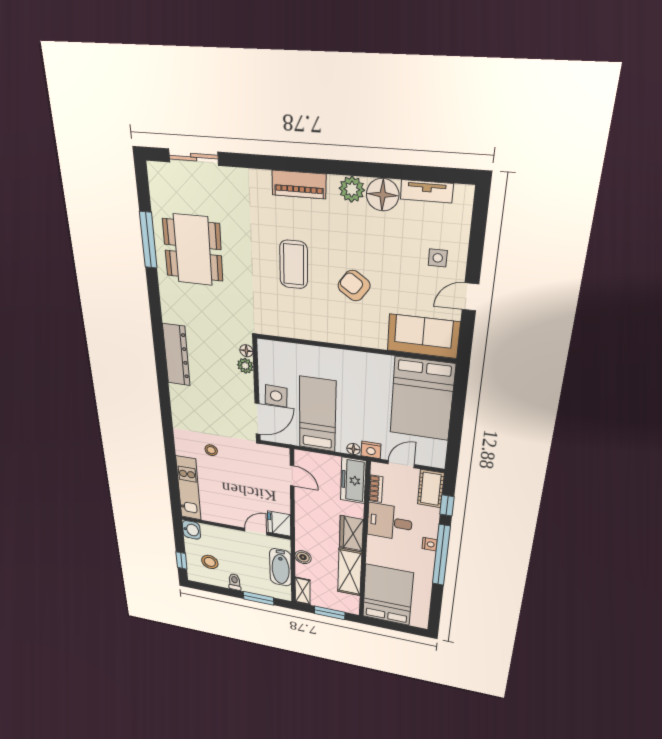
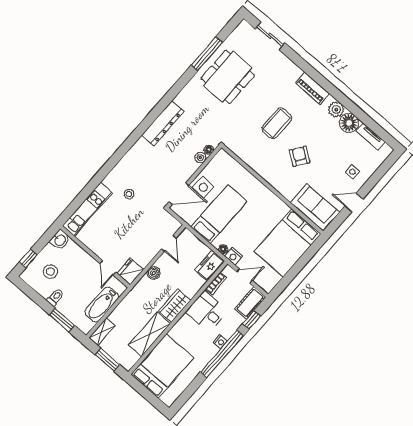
freezer: (353, 481) -> (210, 266), width x0.71
door: (256, 532) -> (108, 268), swing flipped
boiler: (303, 557) -> (154, 273), moved

